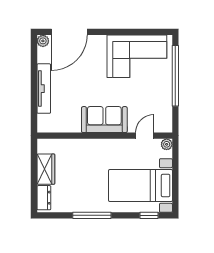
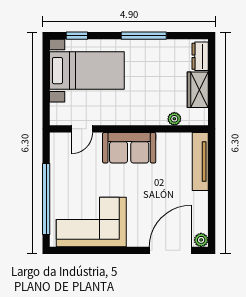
tv unit: (44, 89) -> (200, 162), moved
plant: (167, 144) -> (174, 119), moved

